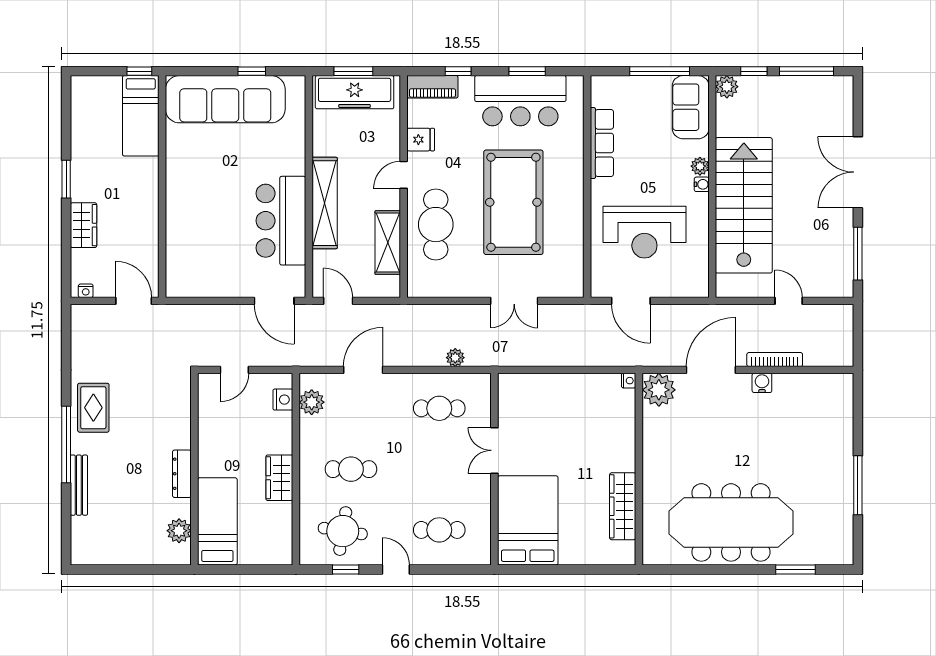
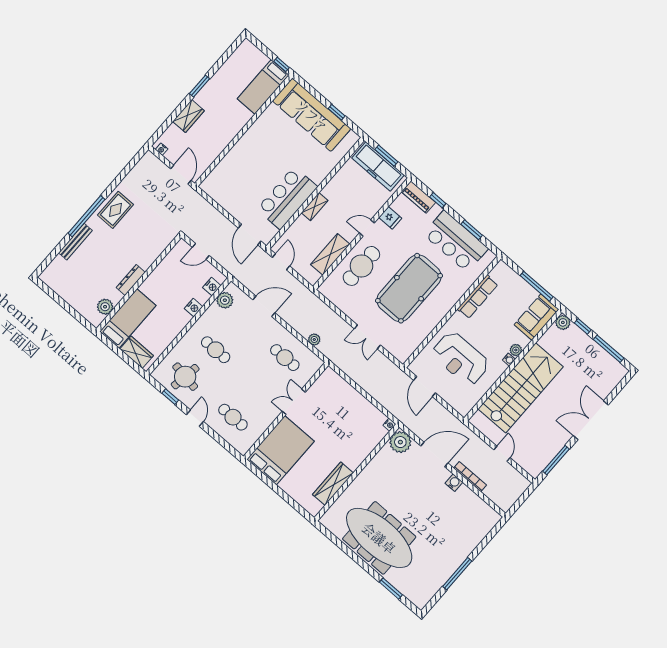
shelving: (325, 203) -> (315, 207), width x0.45, depth x0.75
nightstand: (283, 442) -> (194, 308), added
wardrobe: (279, 478) -> (137, 352), moved, turned 90

